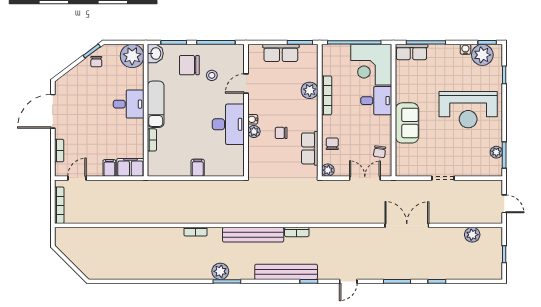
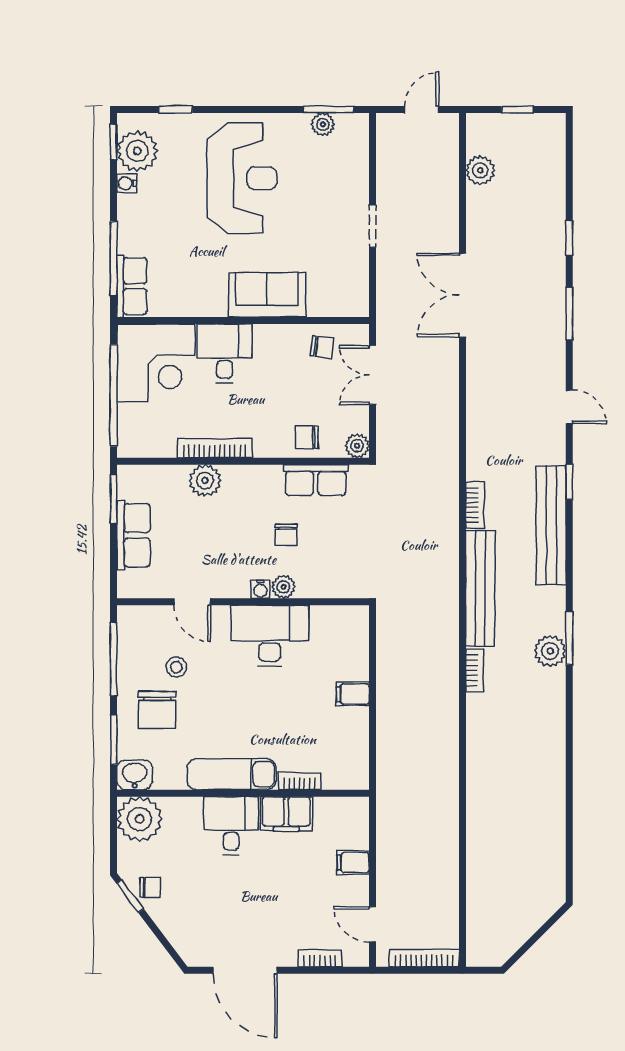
filing cabinet: (130, 167) -> (286, 814), moved, turned -90
bookcase: (196, 232) -> (475, 670), moved

